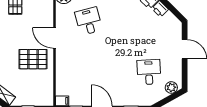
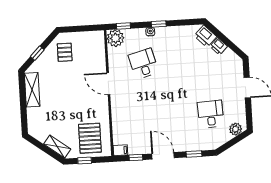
pallet: (33, 59) -> (90, 138), moved, turned 90

